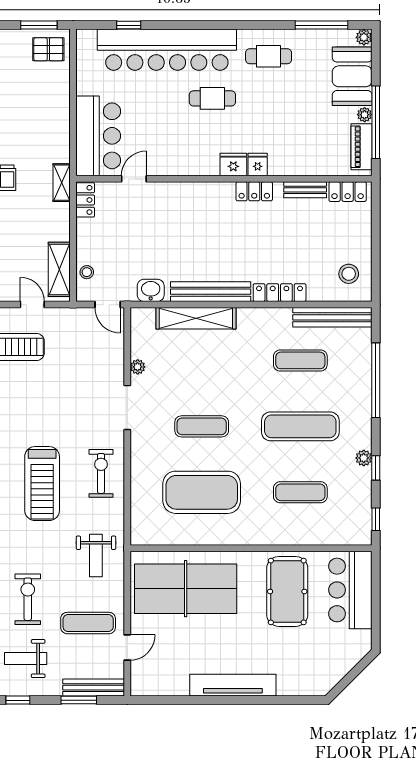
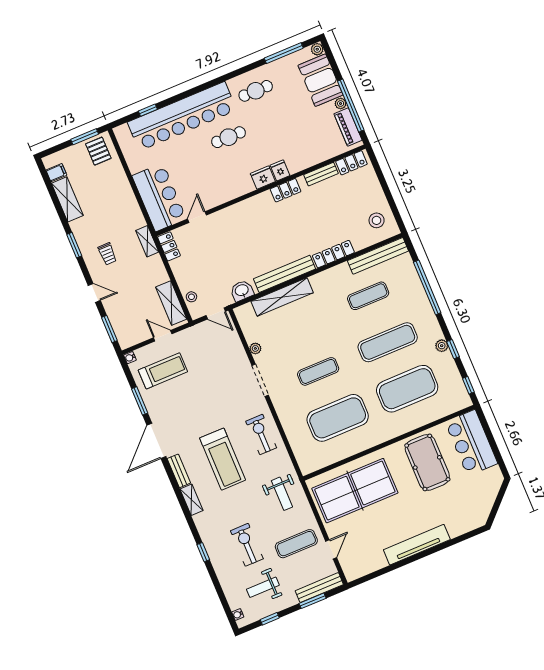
pallet: (48, 49) -> (98, 151), turned 90
exercise mat: (300, 492) -> (407, 389), width x2.00, depth x1.45

